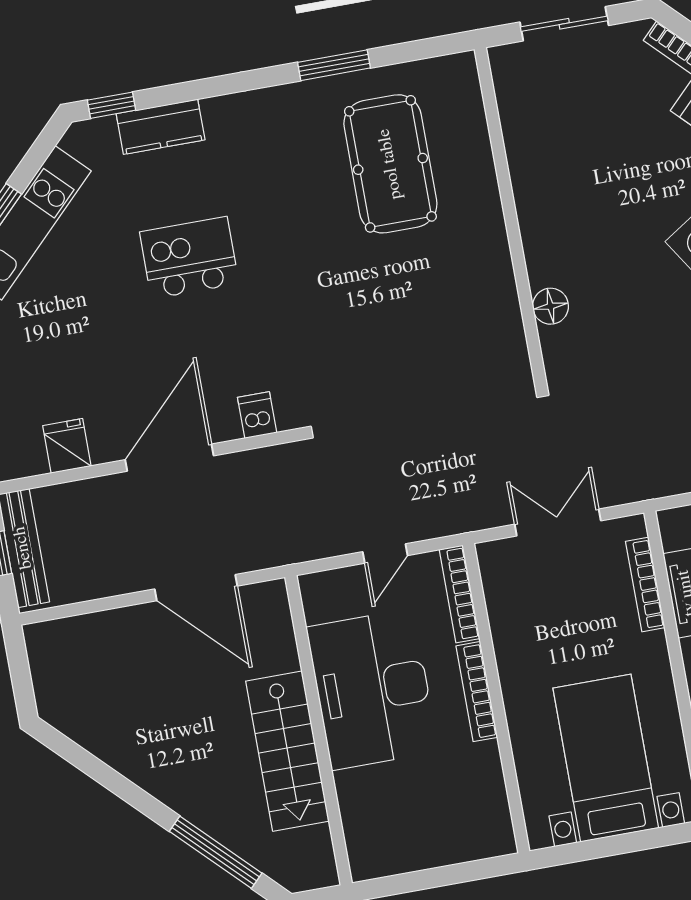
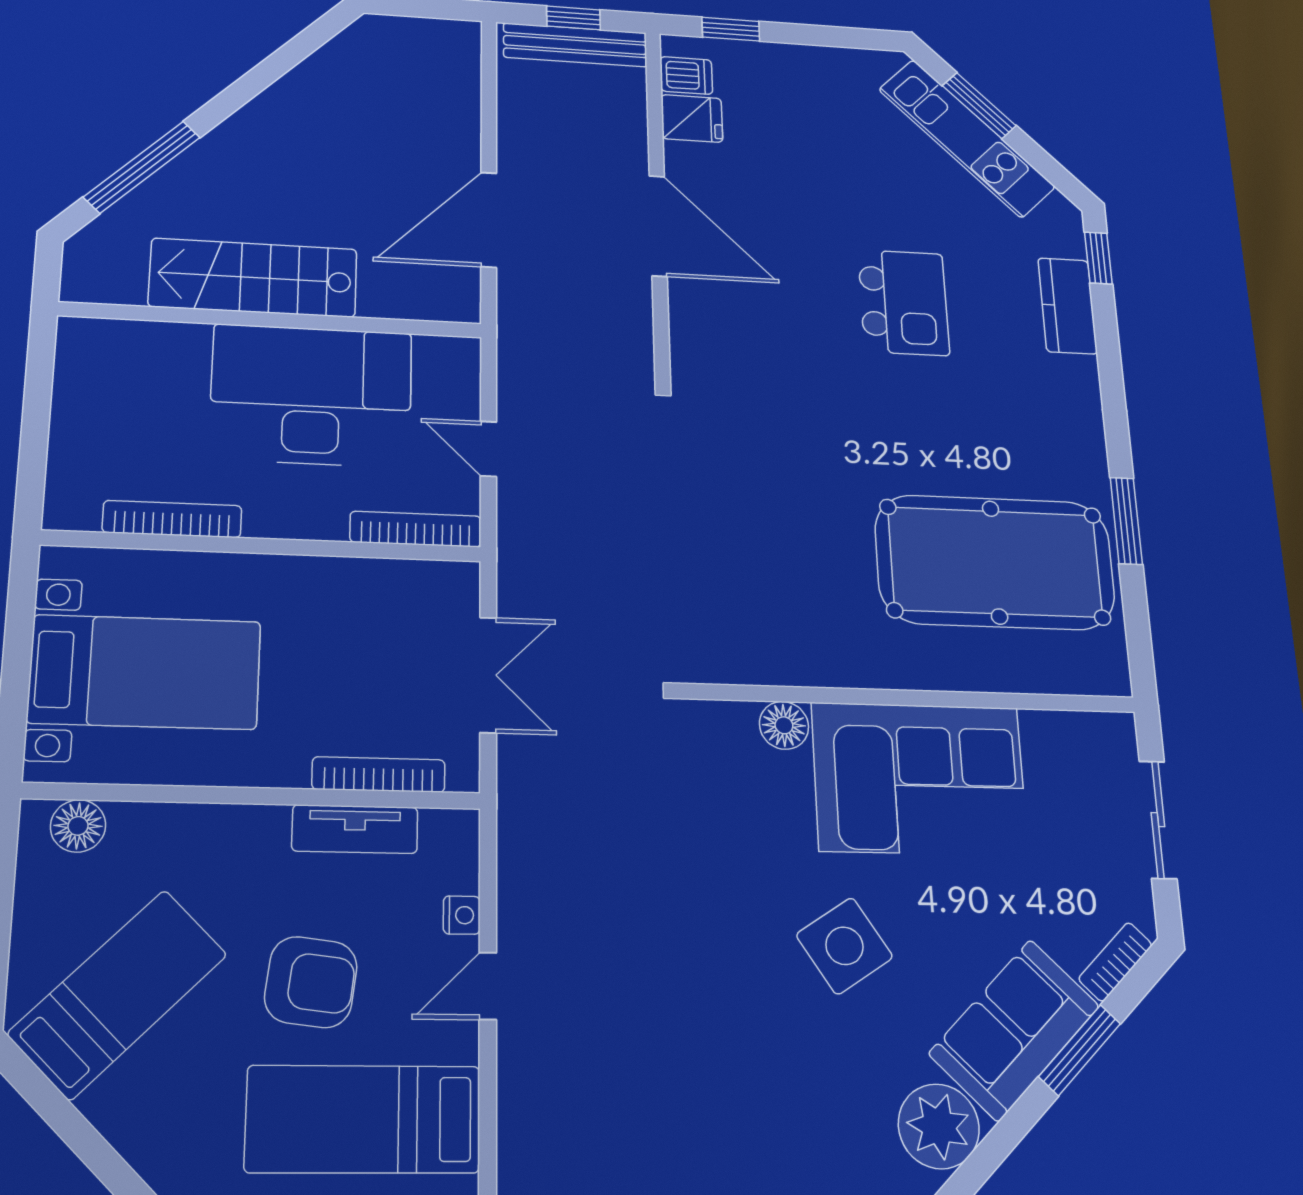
pool table: (390, 164) -> (995, 562), width x1.36, depth x1.32
corner sofa: (570, 203) -> (919, 779), added
dishwasher: (257, 415) -> (686, 76), moved
bookcase: (477, 692) -> (172, 519), moved

